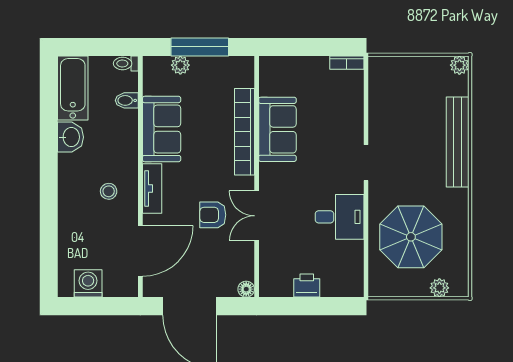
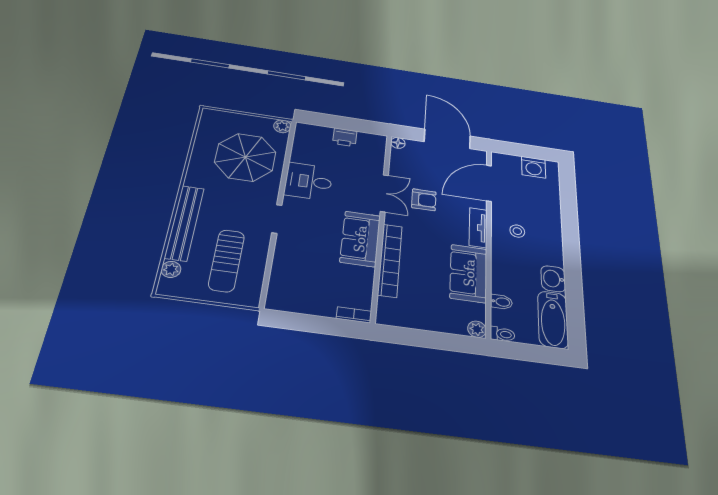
window: (200, 47) -> (429, 339), removed
bookcase: (347, 63) -> (354, 315), moved
plant: (180, 65) -> (477, 329), moved
plant: (459, 65) -> (171, 269), moved
sun lounger: (408, 104) -> (227, 260), added
sofa: (277, 129) -> (360, 239), moved
plant: (439, 288) -> (282, 126), moved

